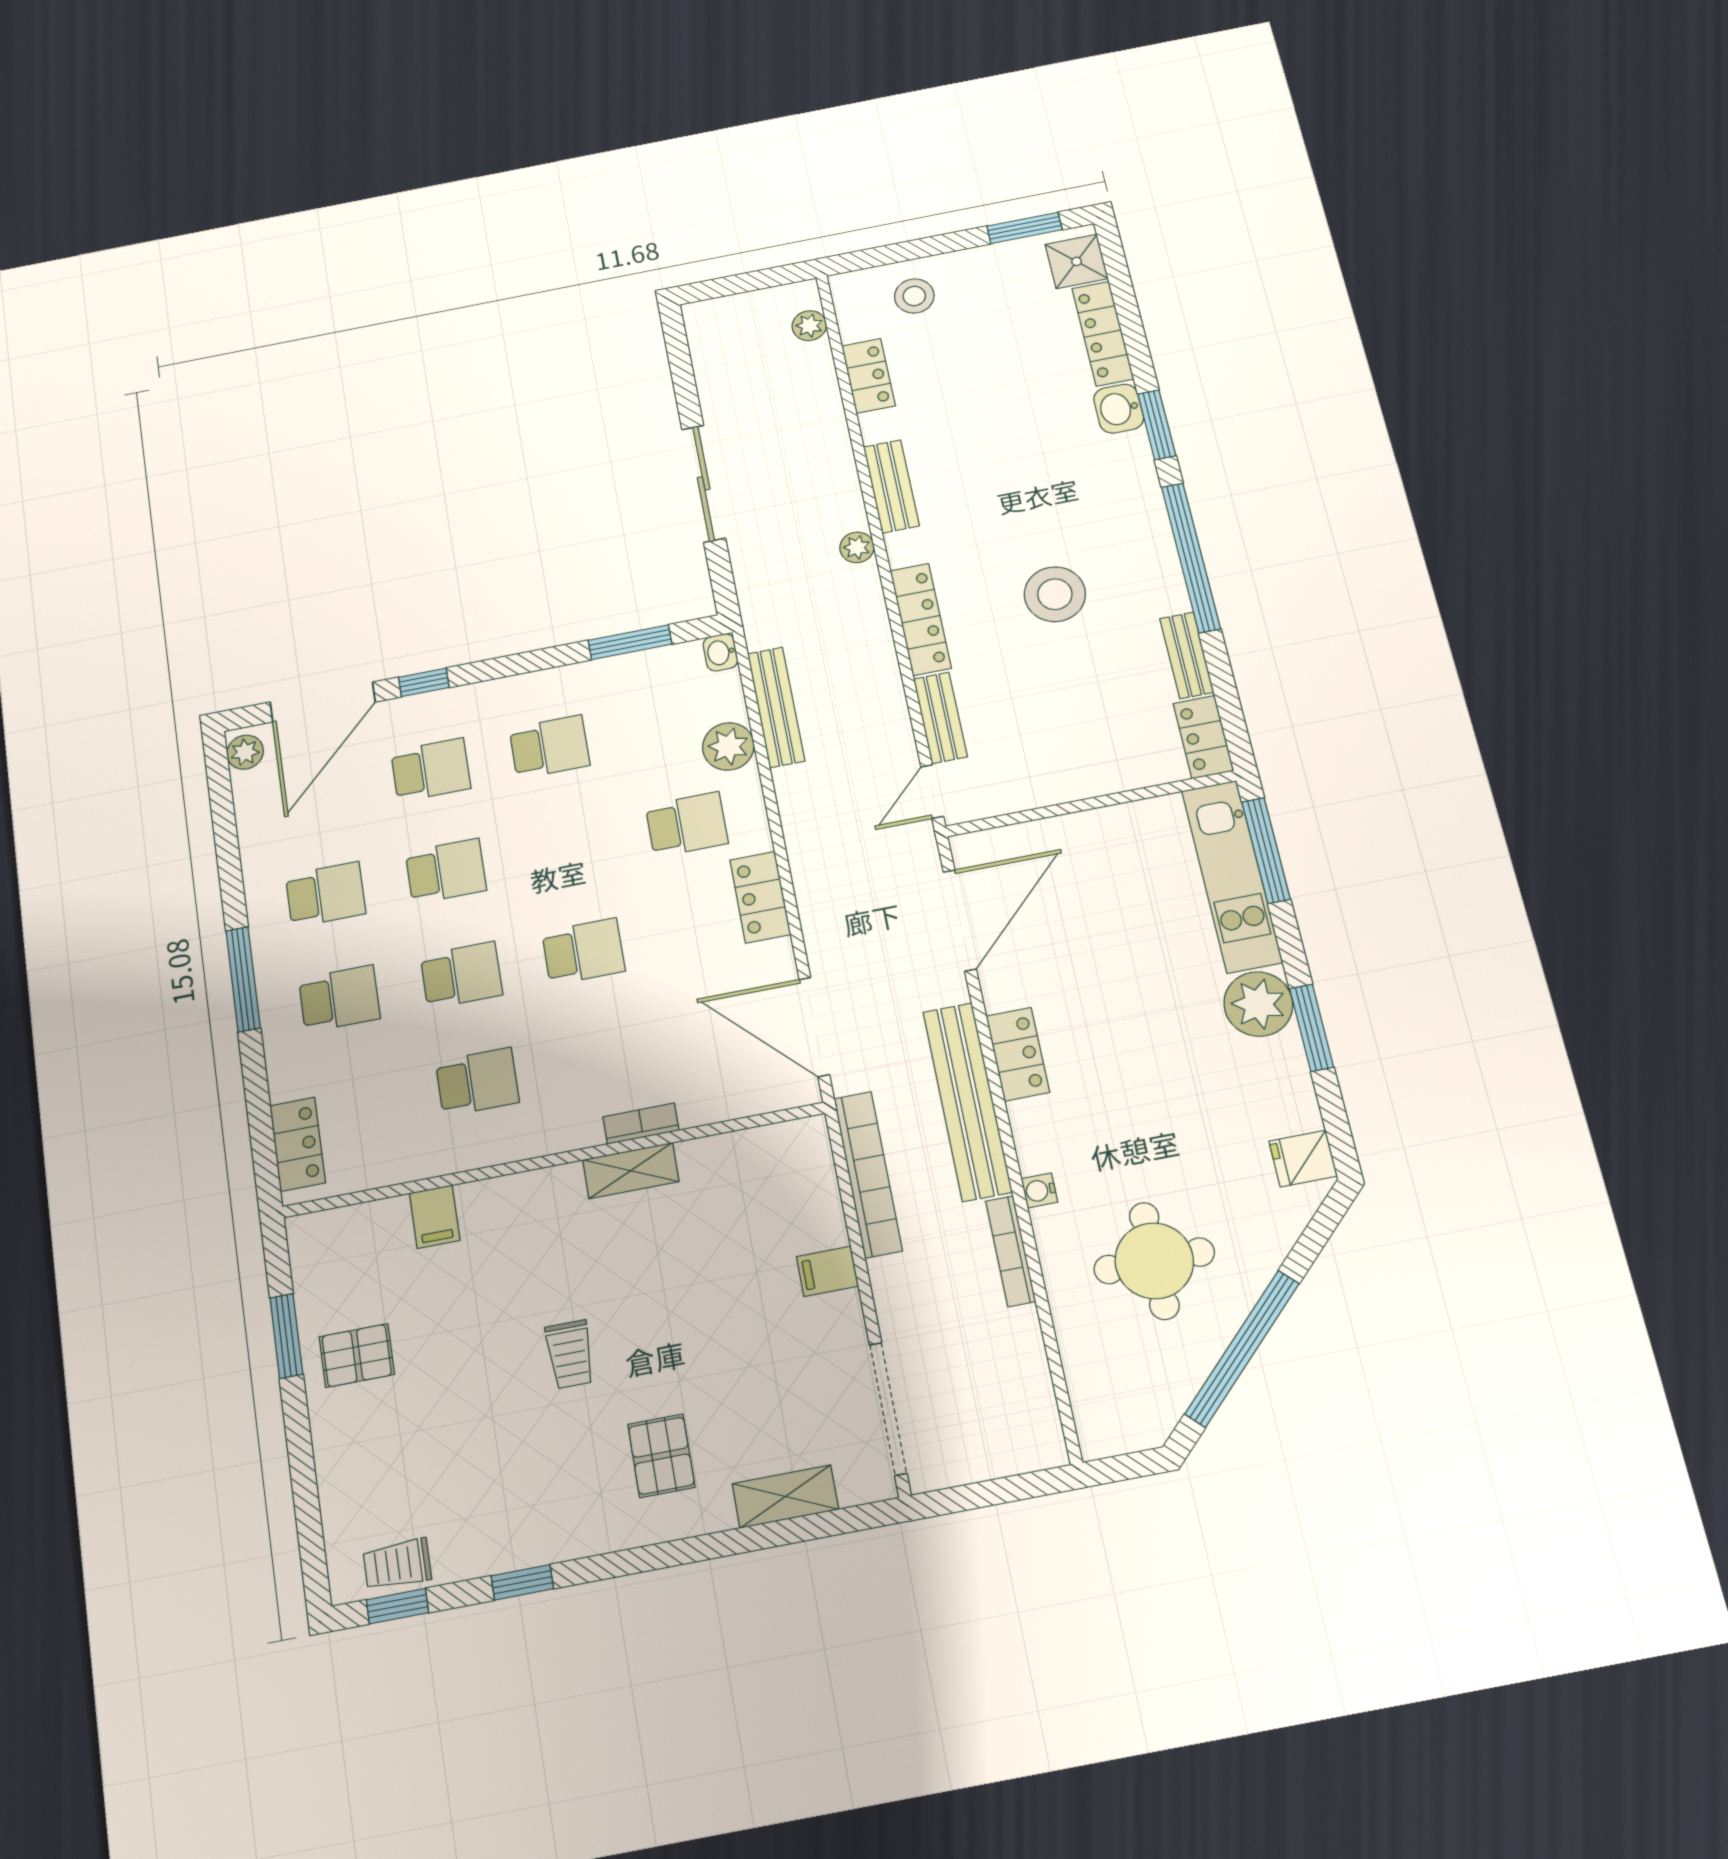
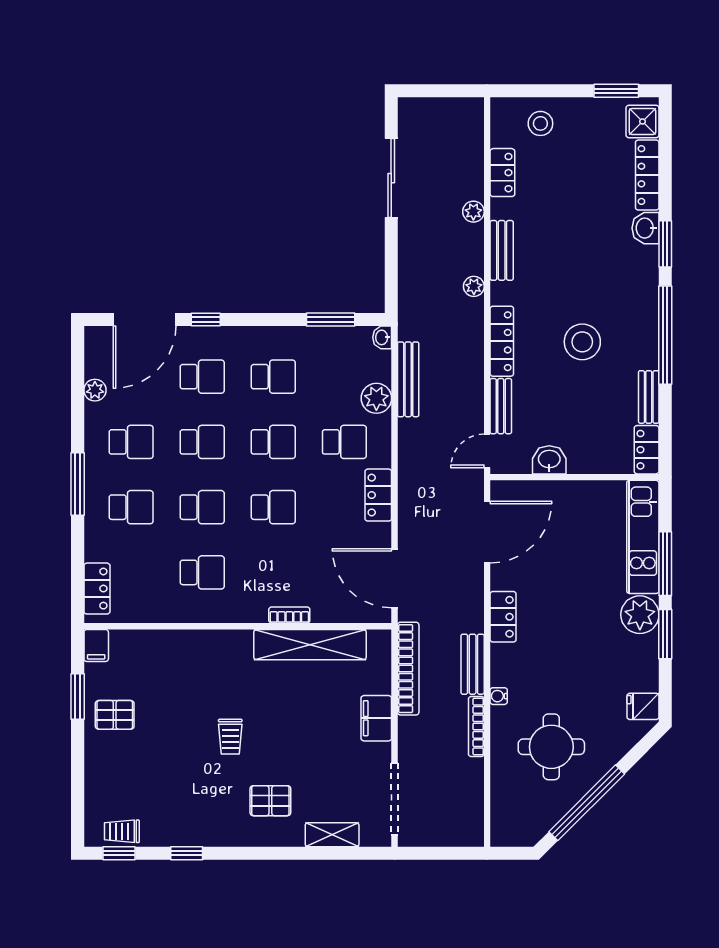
plant: (809, 326) -> (473, 212), moved
sliding door: (704, 483) -> (391, 178), moved
plant: (245, 752) -> (95, 390), moved
washbasin: (1041, 785) -> (549, 460), added
school desk: (566, 848) -> (273, 442), added
window: (1266, 850) -> (665, 564), moved
bench: (967, 1101) -> (473, 664), width x0.54, depth x0.82
shelving: (631, 1171) -> (310, 645), width x2.20, depth x1.33
filing cabinet: (435, 1217) -> (96, 645), moved
filing cabinet: (827, 1271) -> (376, 718), width x2.00
pallet: (661, 1456) -> (270, 801), turned 90

